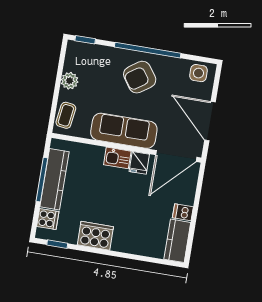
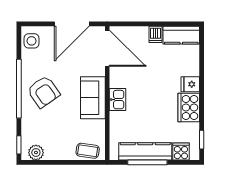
plant: (70, 81) -> (36, 153), moved
sofa: (124, 131) -> (93, 98), width x0.73
fridge: (139, 163) -> (190, 84), moved, turned 180

